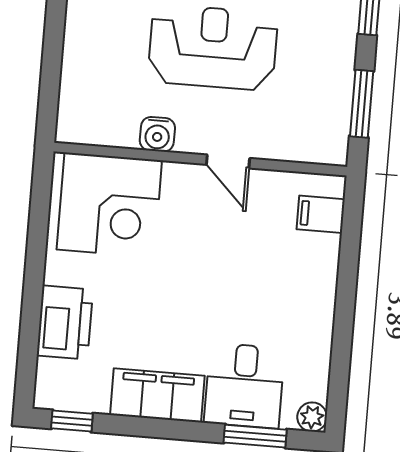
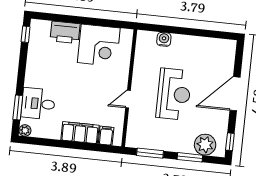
water cooler: (157, 134) -> (164, 39), moved, turned 90
corner desk: (109, 205) -> (99, 45), moved, turned -90
filing cabinet: (157, 395) -> (80, 133), moved, turned -90

